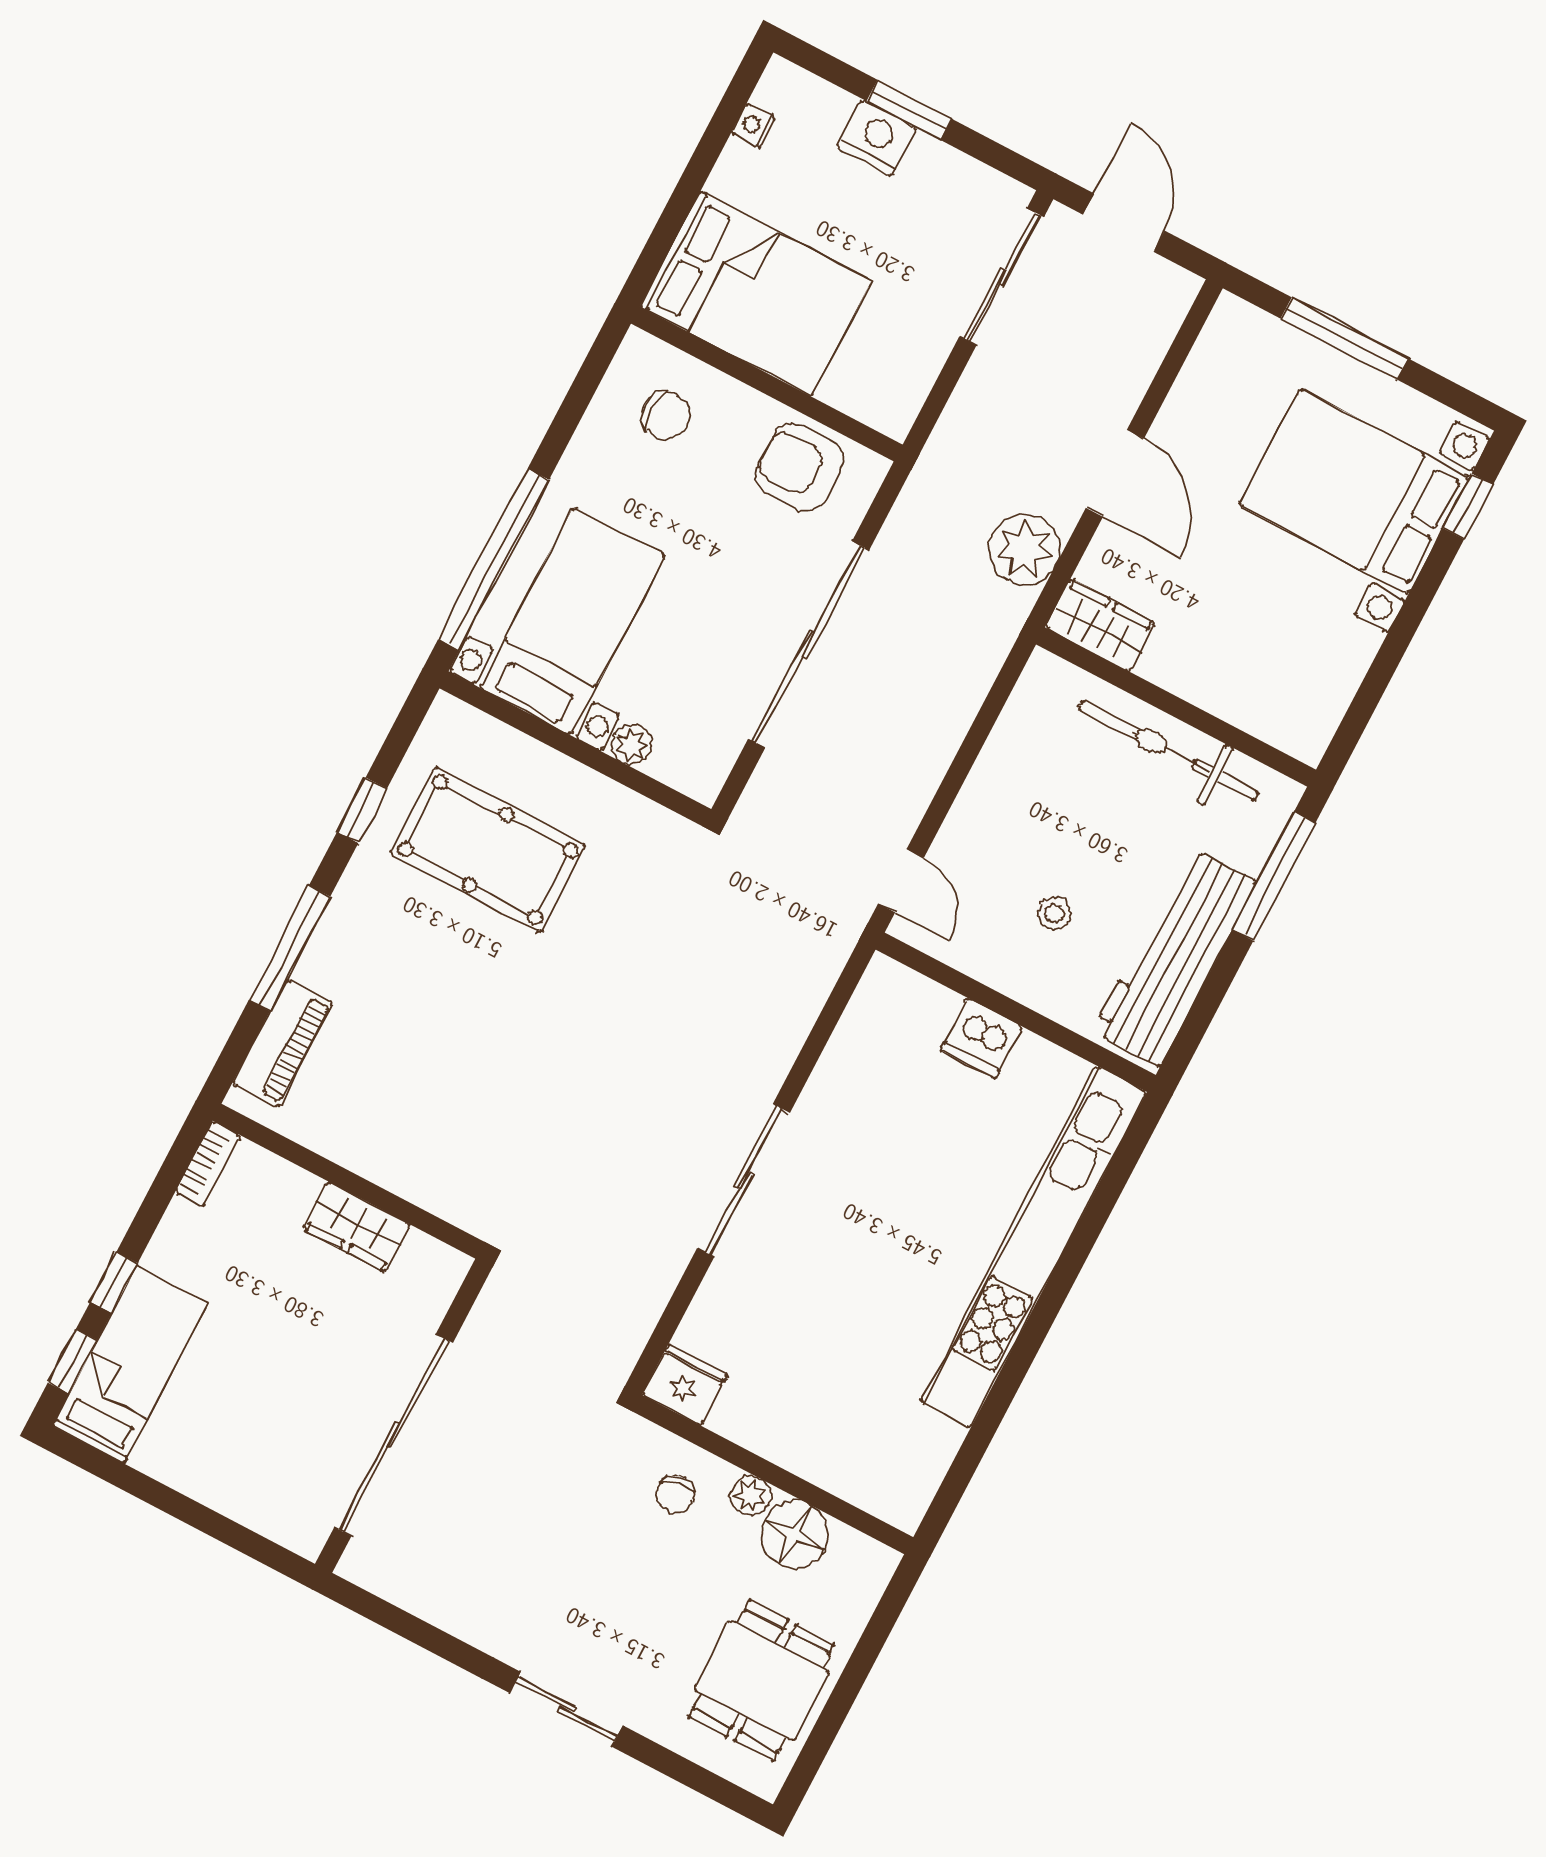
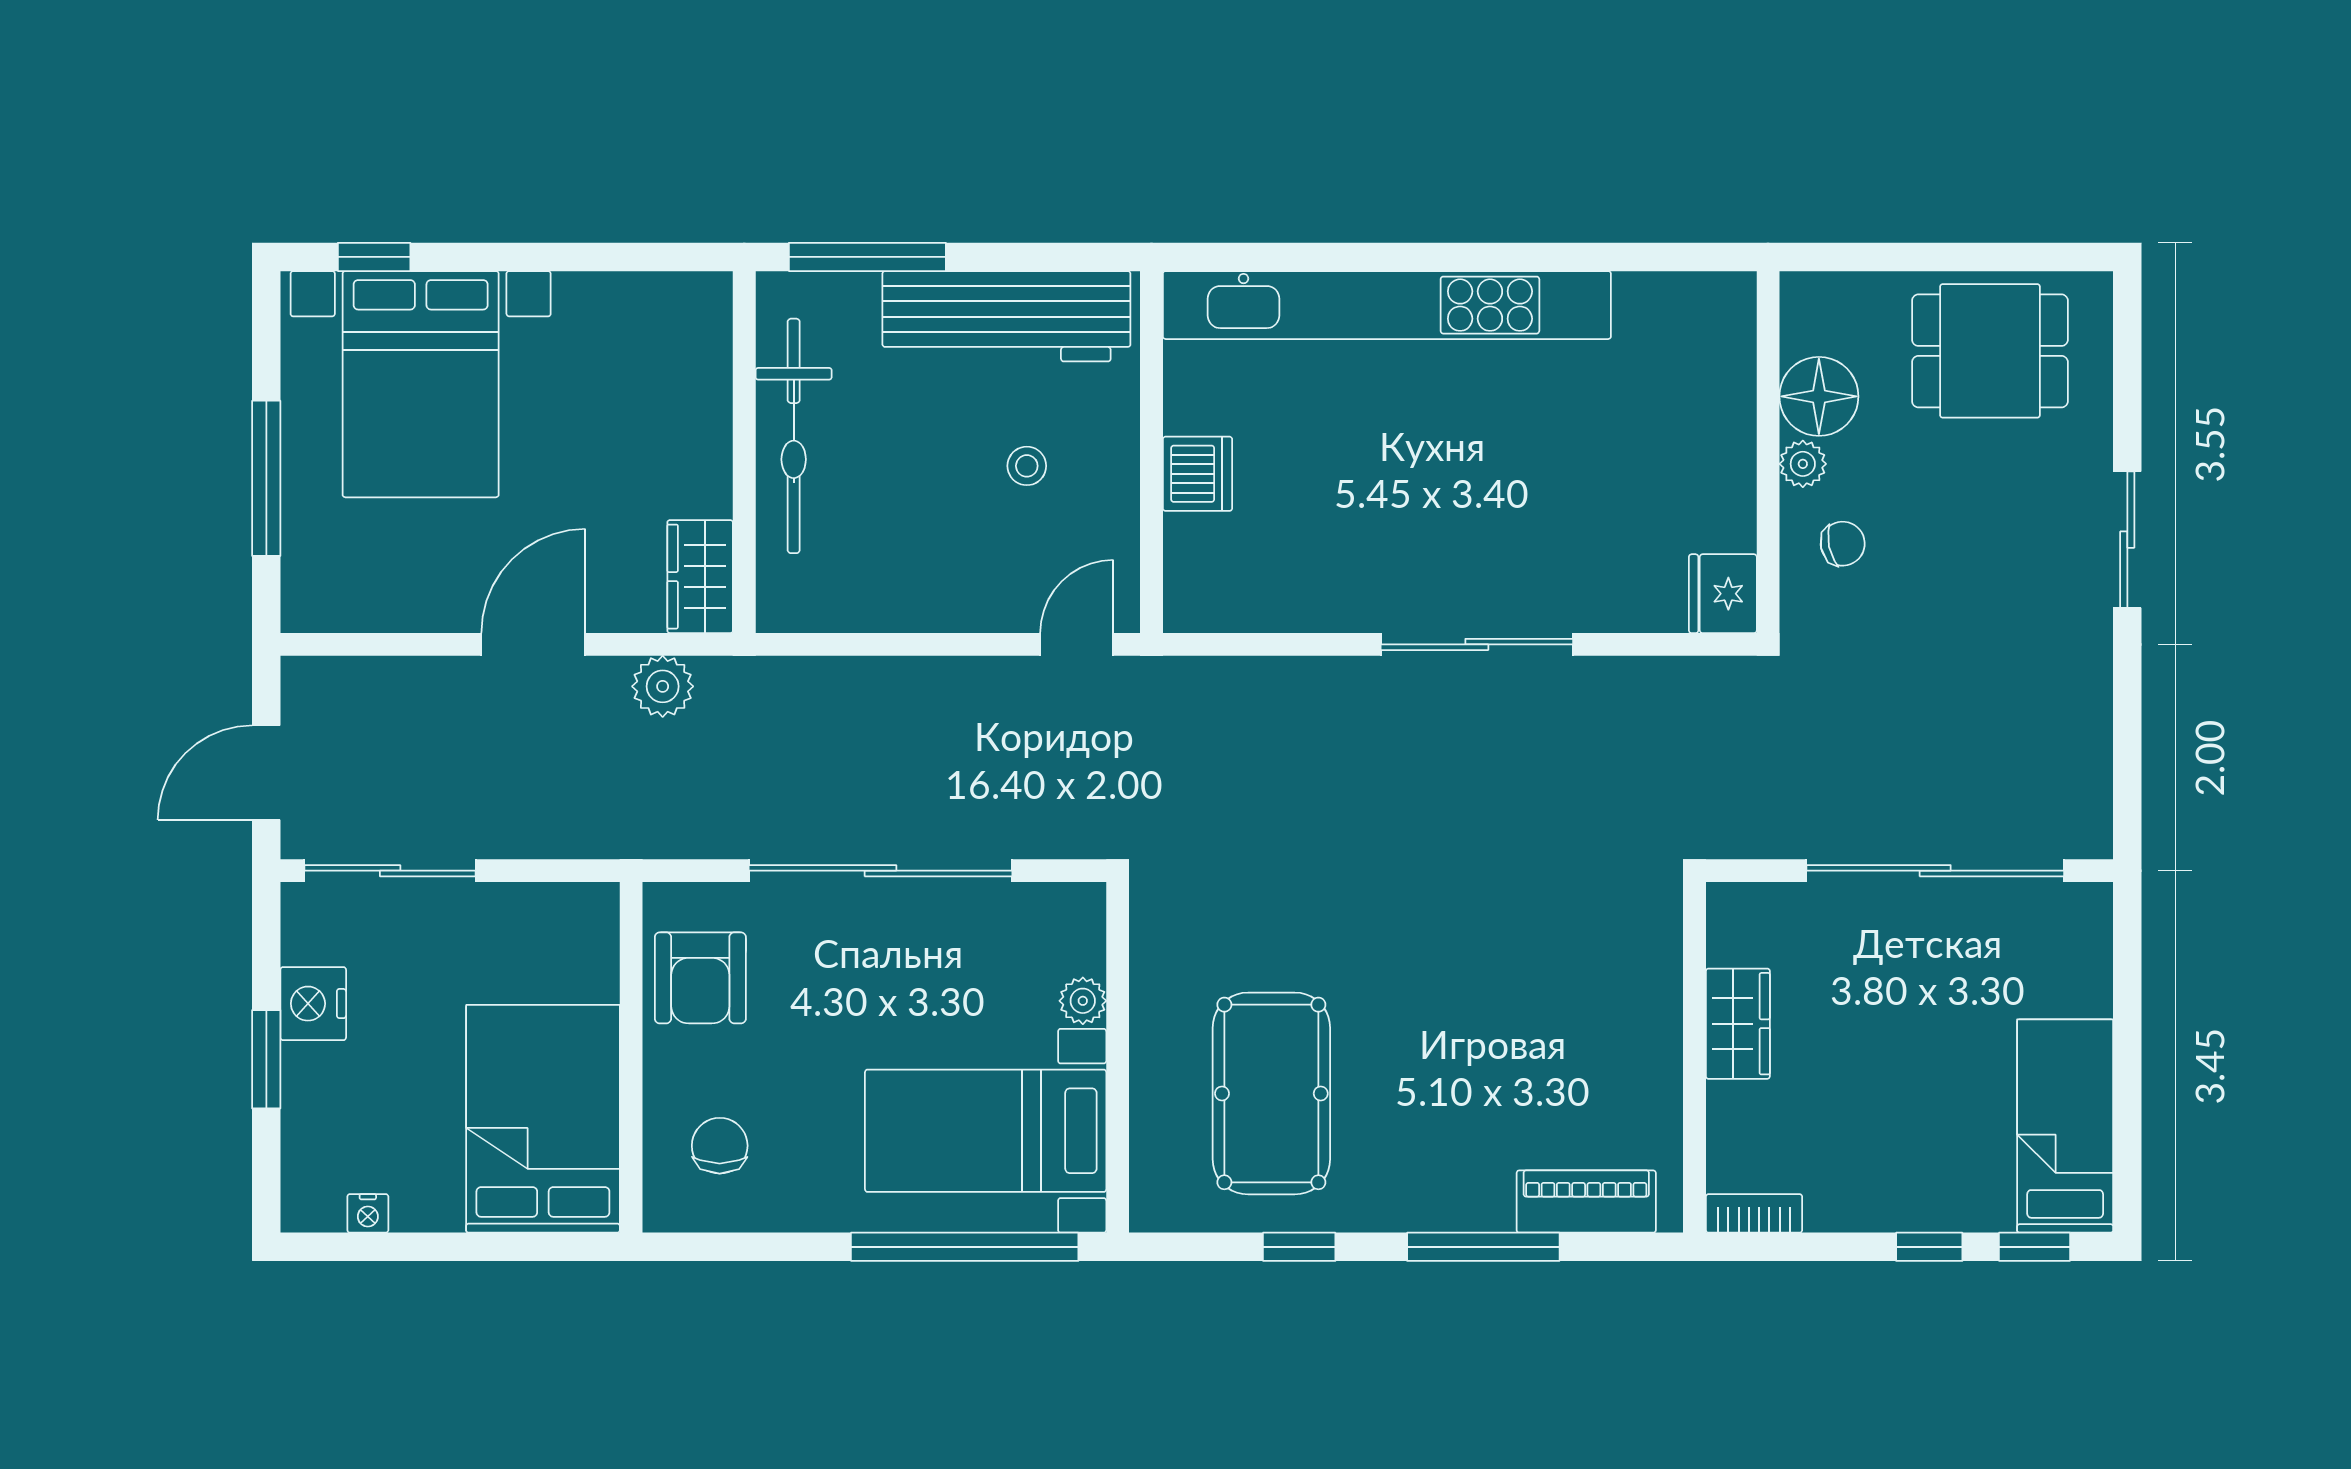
nightstand: (877, 138) -> (313, 1004), moved
plant: (1024, 549) -> (663, 686), width x0.73, depth x0.73
bed: (130, 1365) -> (2065, 1126), moved, turned 90

